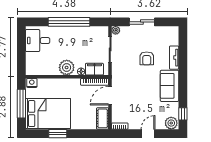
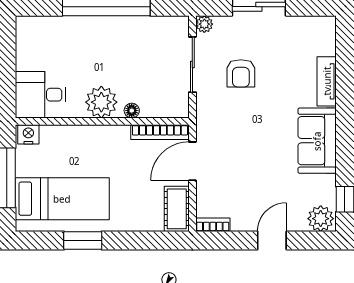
desk: (38, 41) -> (41, 95), moved
armchair: (147, 58) -> (241, 73), moved
filing cabinet: (94, 69) -> (160, 106), removed
bed: (48, 114) -> (62, 199), width x0.67

